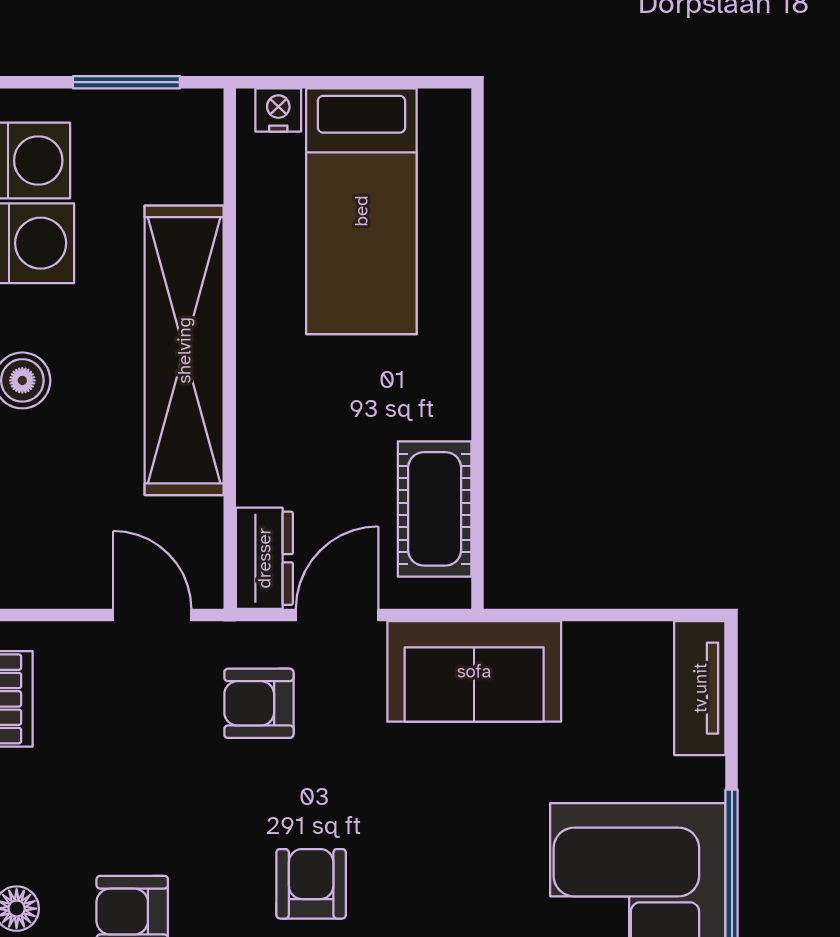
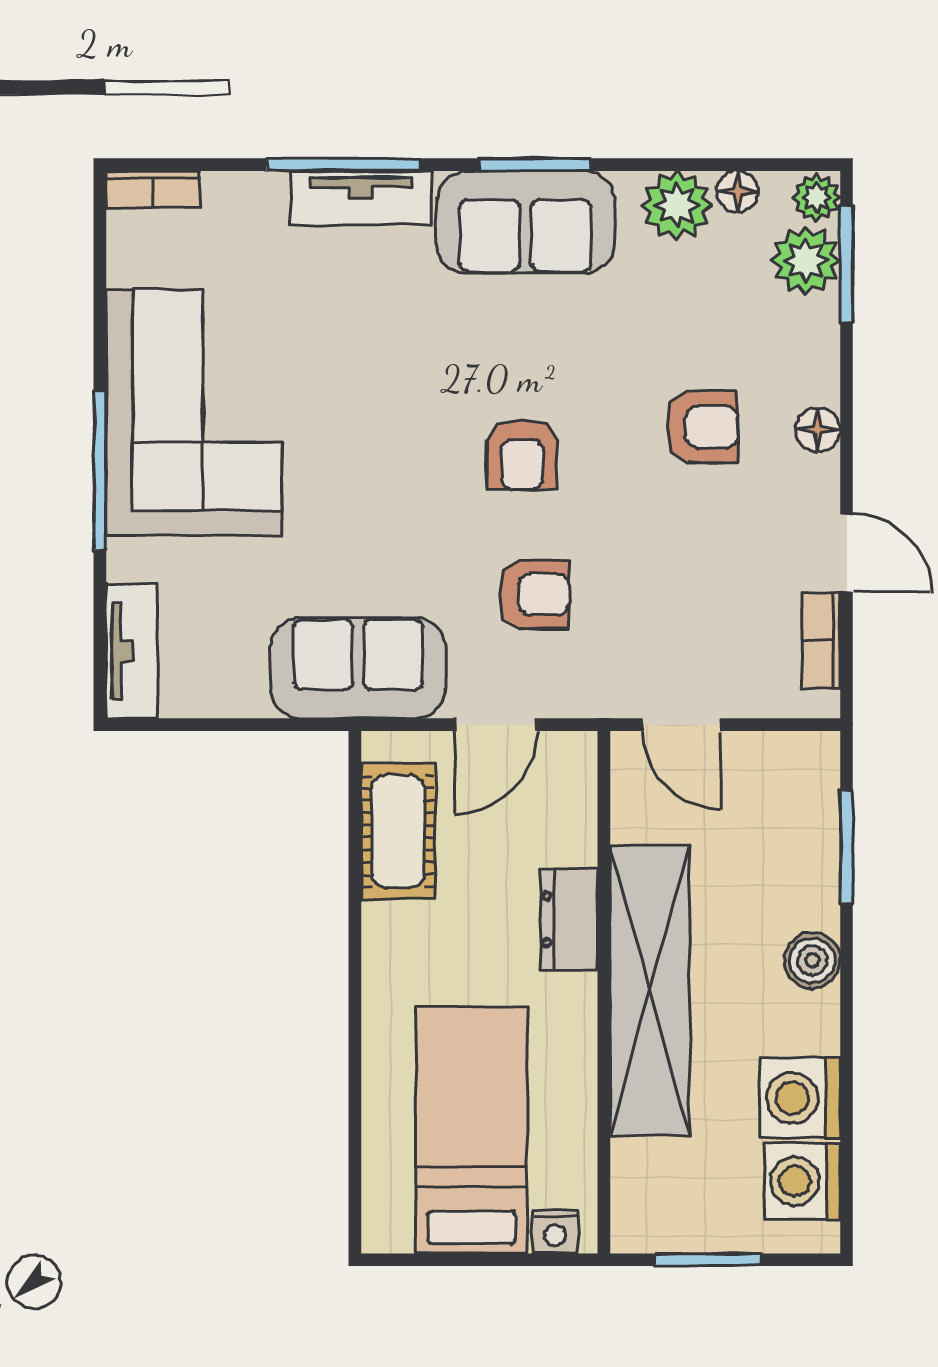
dresser: (264, 558) -> (569, 919), moved
armchair: (259, 703) -> (534, 594), moved

